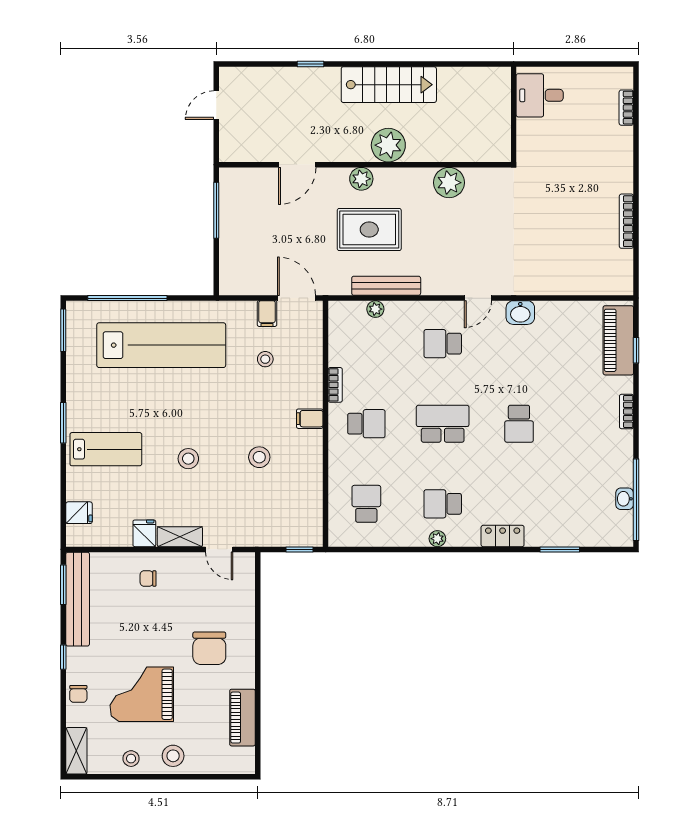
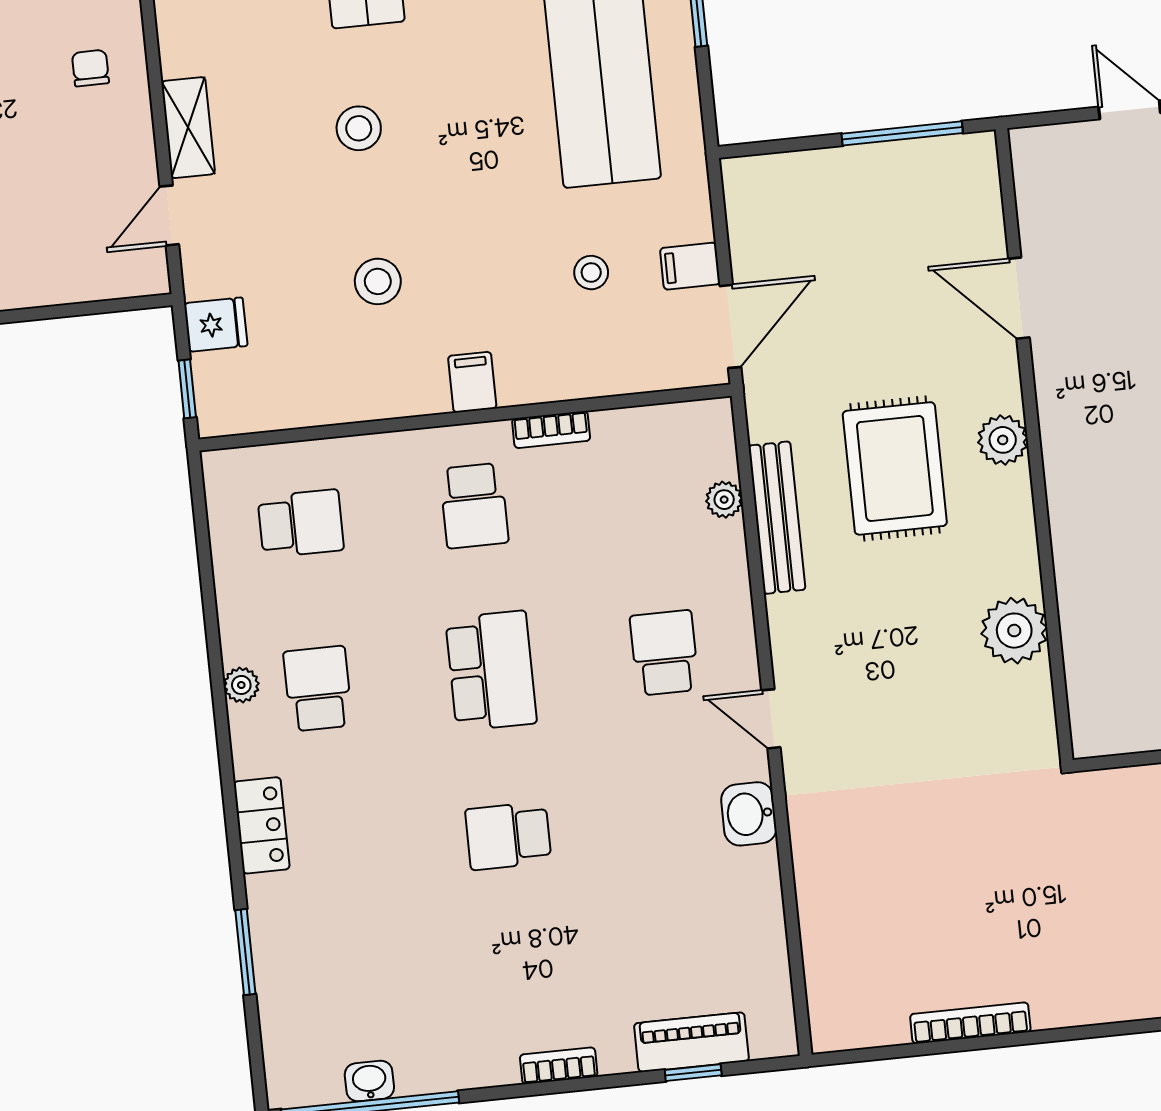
plant: (388, 145) -> (1082, 491), removed
piano: (618, 340) -> (691, 1042), width x0.73, depth x0.75
fridge: (144, 533) -> (216, 325), moved

